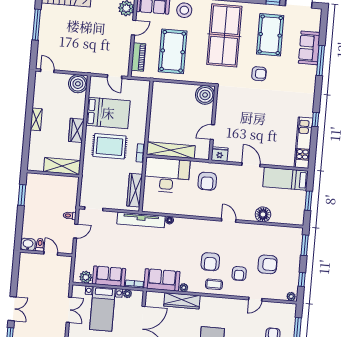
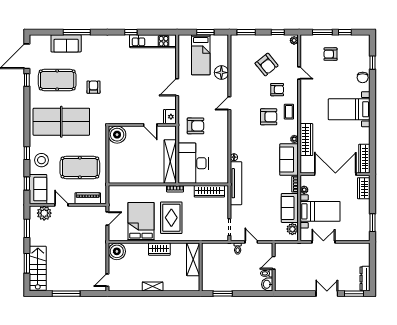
bed: (285, 179) -> (201, 55), moved
armchair: (267, 264) -> (267, 64), turned 141

